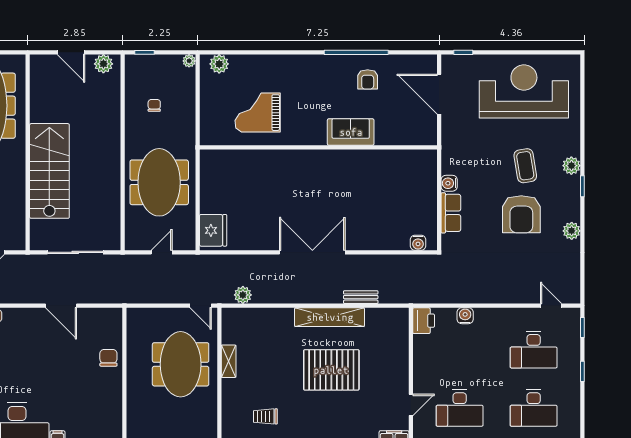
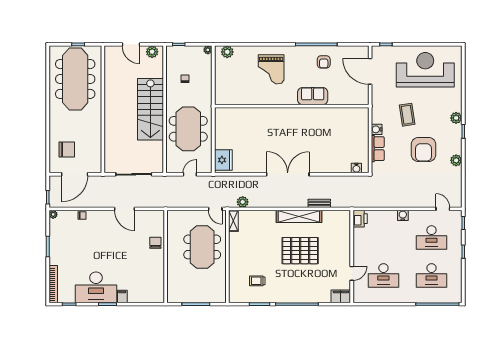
grand piano: (258, 113) -> (271, 69), moved, turned -90
coffee table: (525, 166) -> (407, 115), moved
stairs: (49, 171) -> (150, 109), moved, turned 180
water cooler: (465, 316) -> (403, 215), moved
shelving: (229, 361) -> (233, 221), moved

